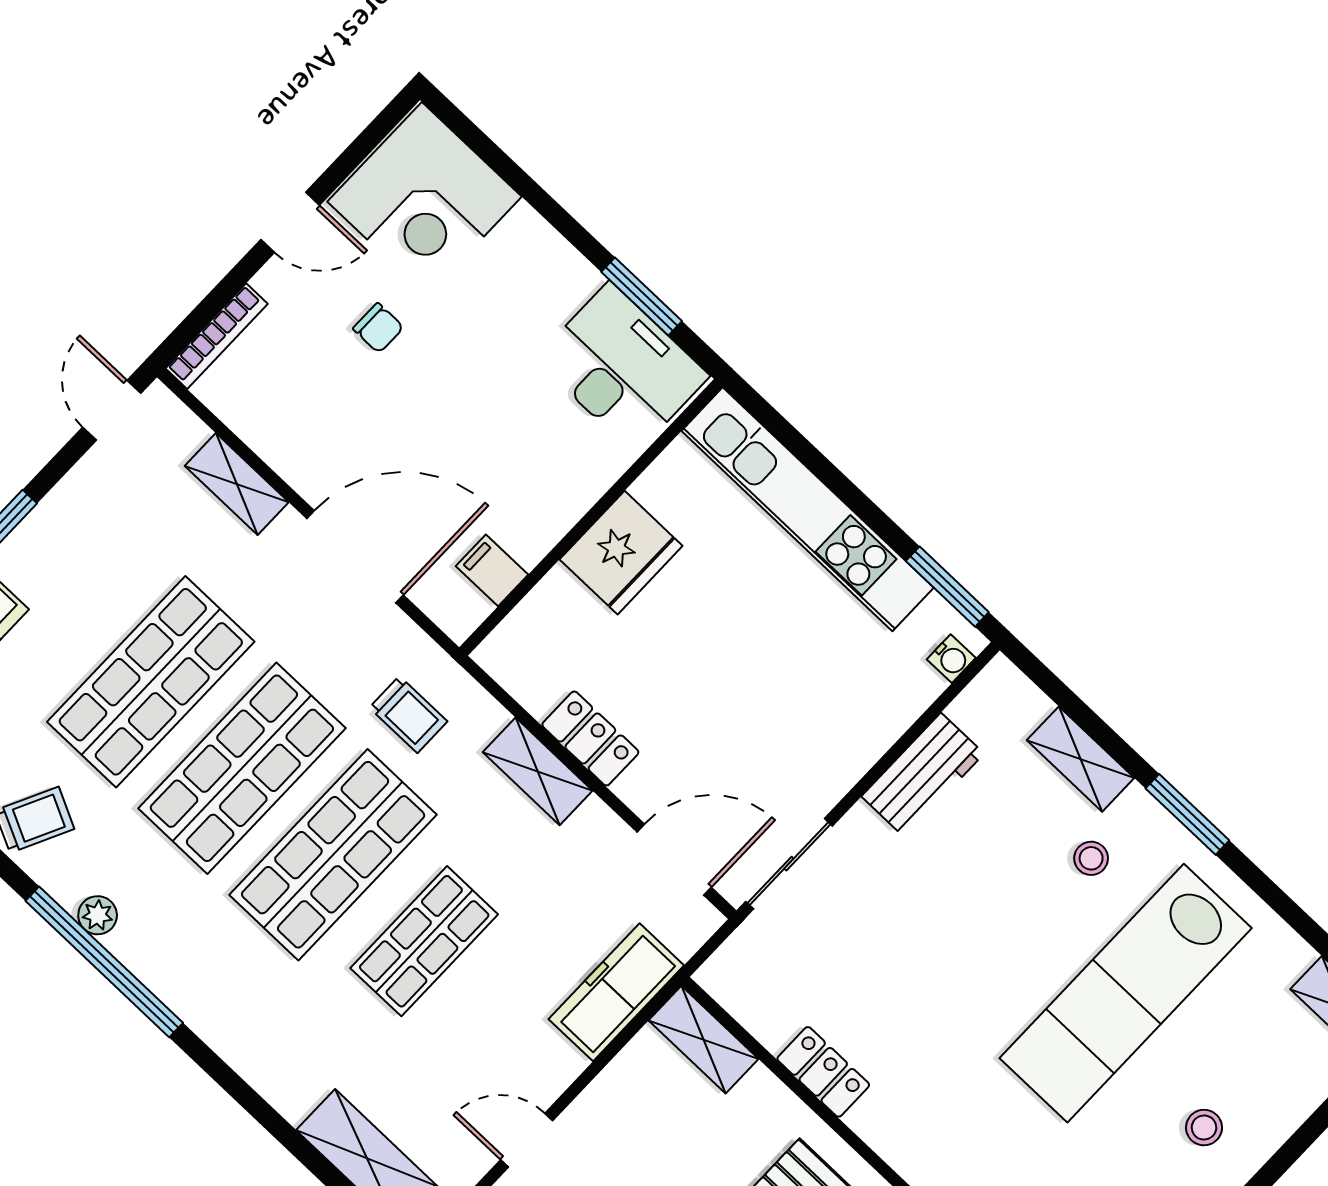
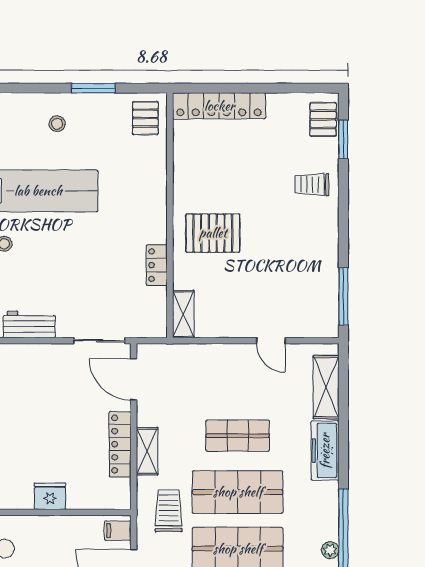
fridge: (621, 553) -> (50, 496), width x0.73, depth x0.75
filing cabinet: (492, 570) -> (118, 531), moved, turned 90
trolley: (408, 715) -> (169, 511), width x1.36, depth x1.39
locker: (590, 738) -> (120, 444), width x1.53
freezer: (616, 992) -> (325, 451), moved, turned 90

